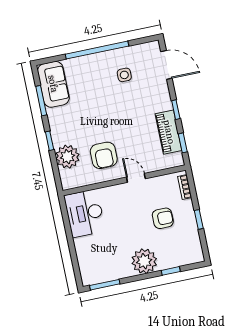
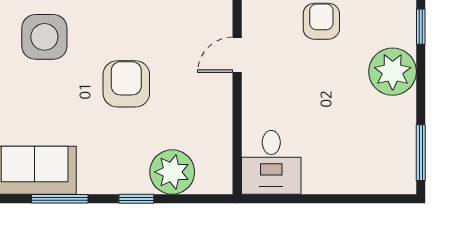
side table: (124, 75) -> (44, 37), width x1.87, depth x1.87
armchair: (104, 155) -> (126, 84), moved, turned -90
desk: (85, 213) -> (271, 162), width x0.73

